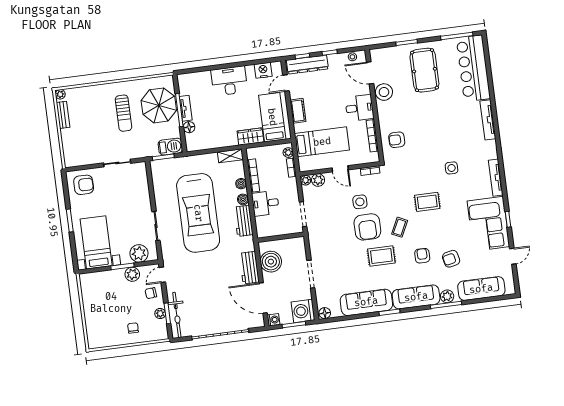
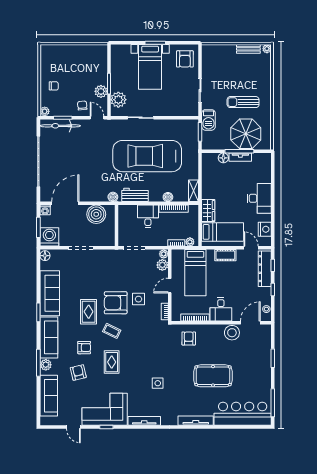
pool table: (424, 70) -> (213, 376), moved
barbecue: (170, 147) -> (208, 120), moved
boiler: (243, 199) -> (113, 197), moved
rug: (427, 202) -> (112, 362), moved
bed with nightstands: (96, 242) -> (150, 67), moved, turned 90
workbench: (249, 268) -> (93, 195), removed
plant: (160, 314) -> (45, 111), moved

